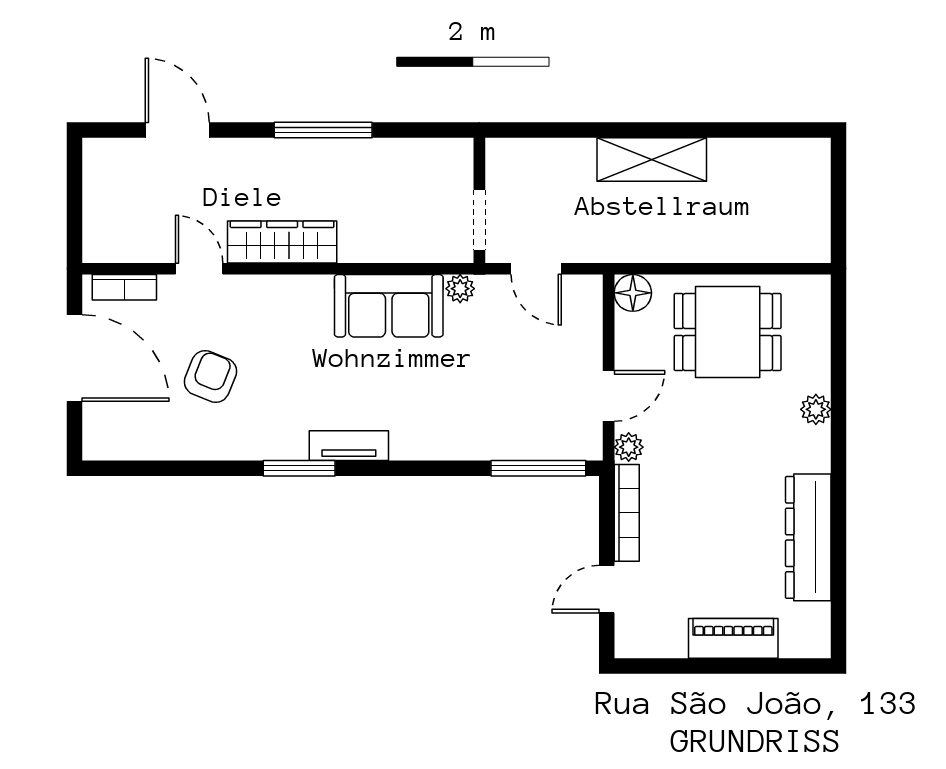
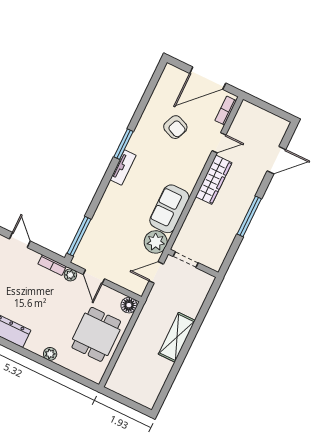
plant: (460, 289) -> (156, 242), width x1.88, depth x1.88
bookcase: (627, 513) -> (52, 265), width x0.64

